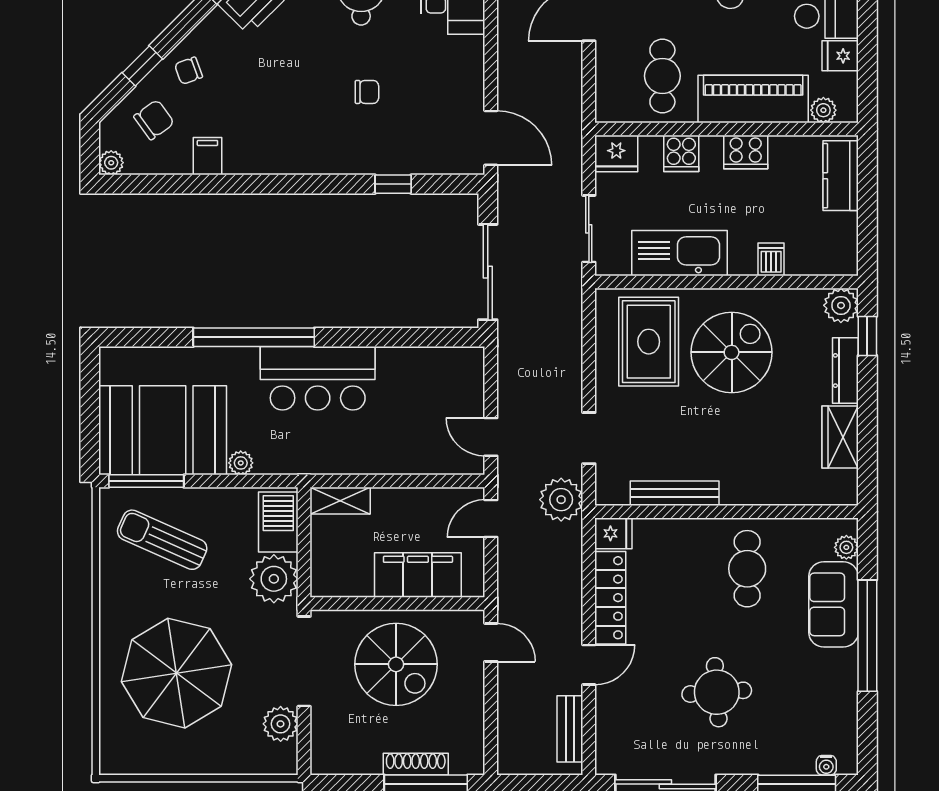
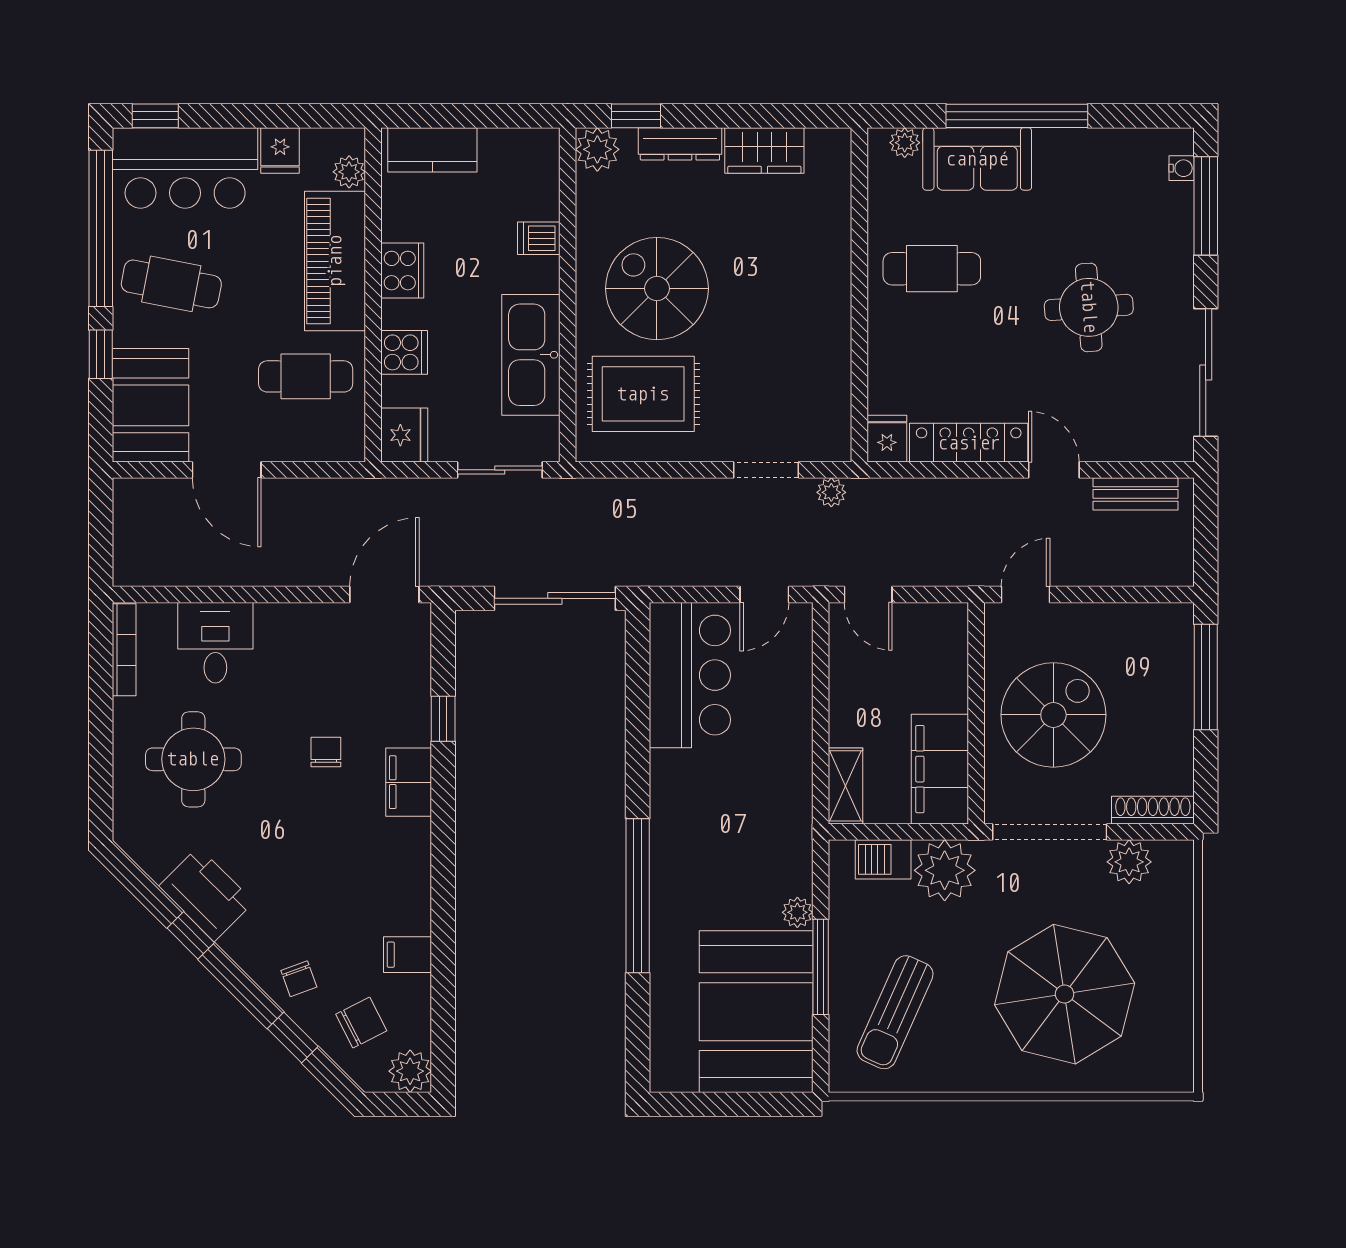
chair: (154, 120) -> (361, 1023), turned 99
filing cabinet: (343, 157) -> (409, 782), added
plant: (111, 163) -> (410, 1071), width x1.38, depth x1.38
bar counter: (318, 378) -> (690, 675), moved
window: (146, 481) -> (821, 967), moved
bench: (675, 493) -> (836, 361), removed
plant: (561, 500) -> (831, 492), width x0.53, depth x0.53
barbecue: (278, 522) -> (883, 859), width x0.73, depth x0.79
filing cabinet: (418, 575) -> (940, 769), moved
shoe rack: (416, 764) -> (1153, 810), moved, turned 90

